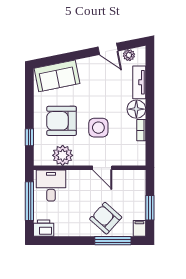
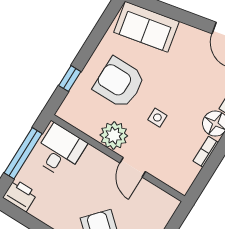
side table: (98, 128) -> (157, 118), width x0.54, depth x0.54
plant: (63, 155) -> (114, 135), moved

